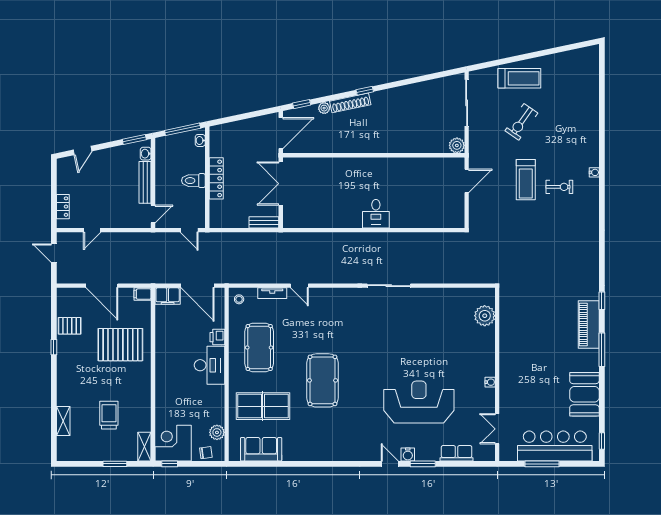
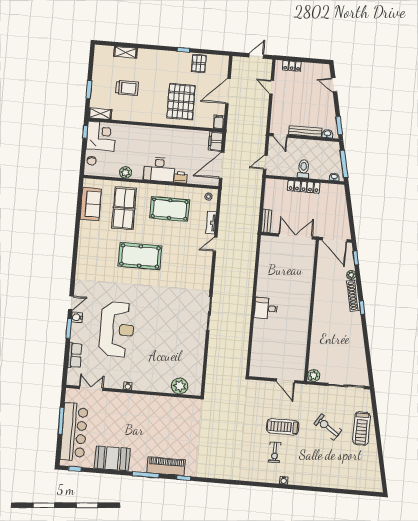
plant: (217, 432) -> (125, 172), moved

